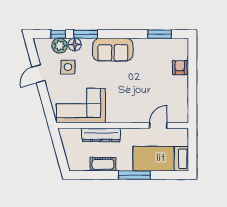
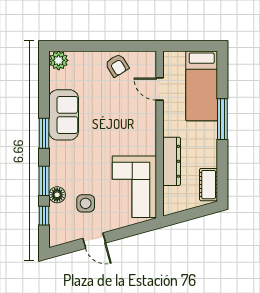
window: (159, 34) -> (44, 133), moved
plant: (60, 46) -> (59, 60), moved
sofa: (113, 50) -> (64, 115), moved
armchair: (180, 67) -> (117, 65), moved, turned -122
cot: (103, 164) -> (209, 185), moved

